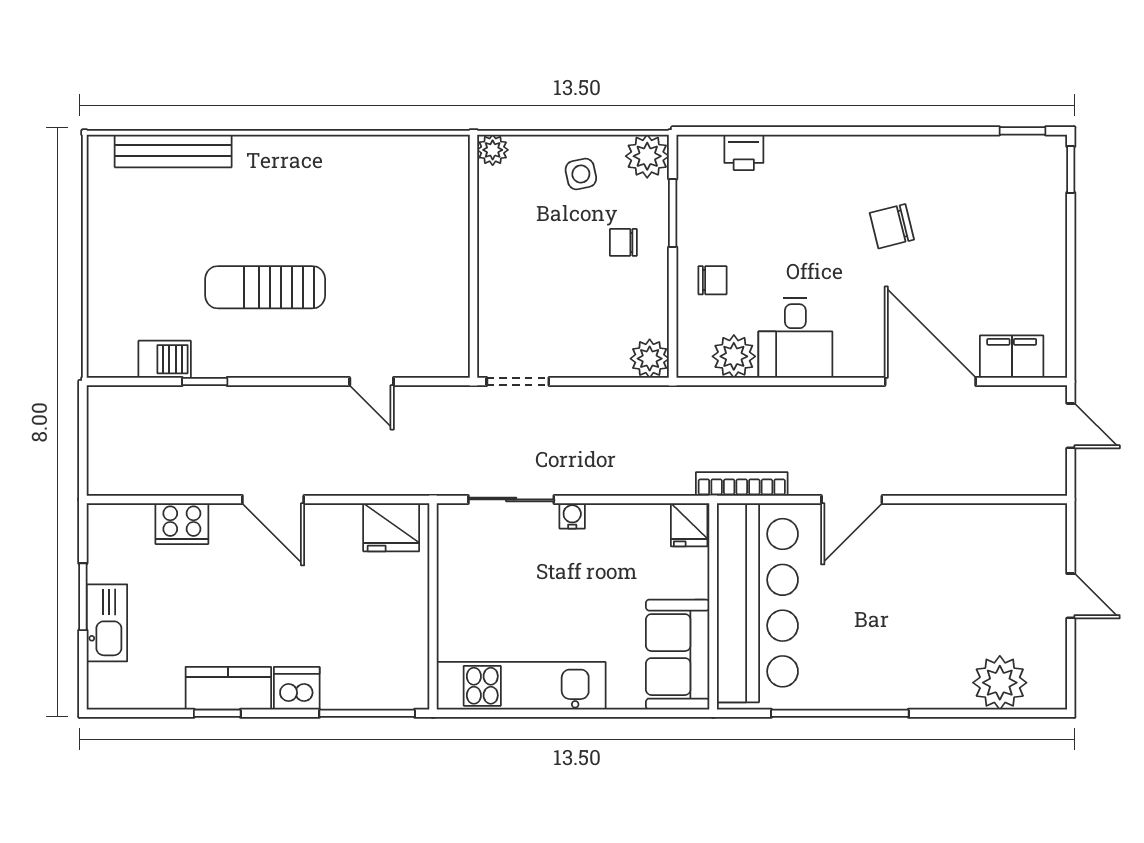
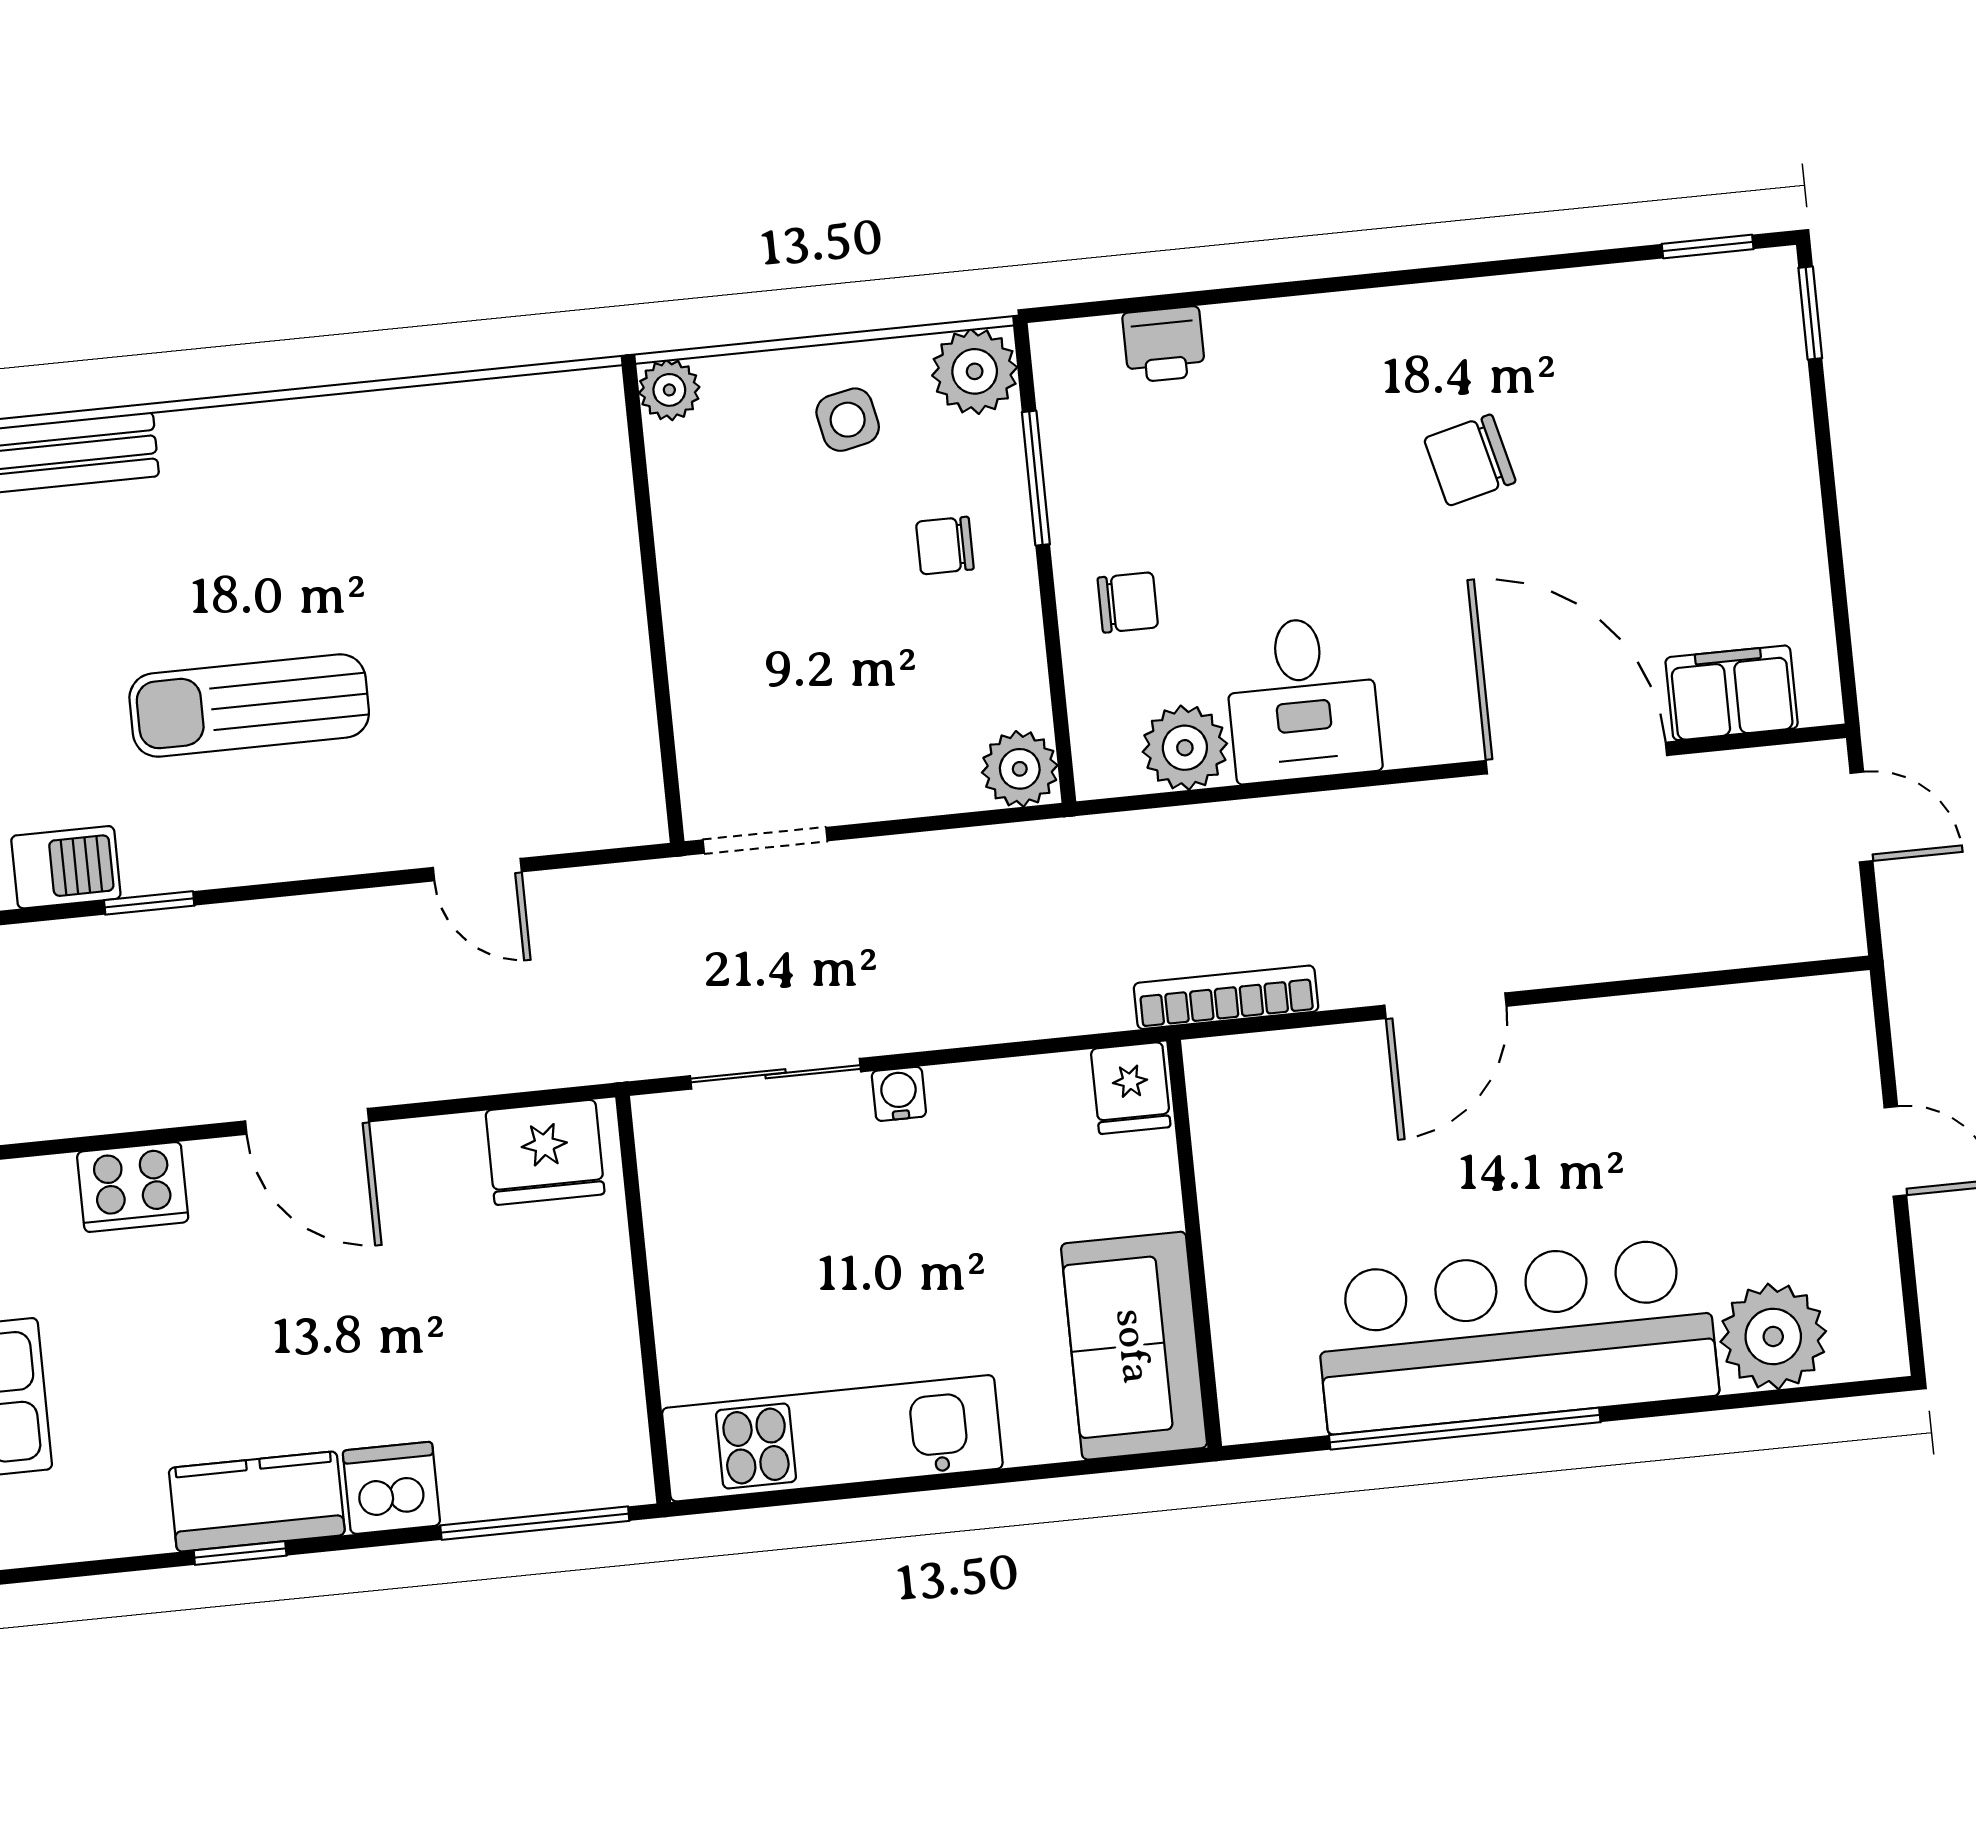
bar counter: (757, 603) -> (1516, 1335), moved, turned -90

